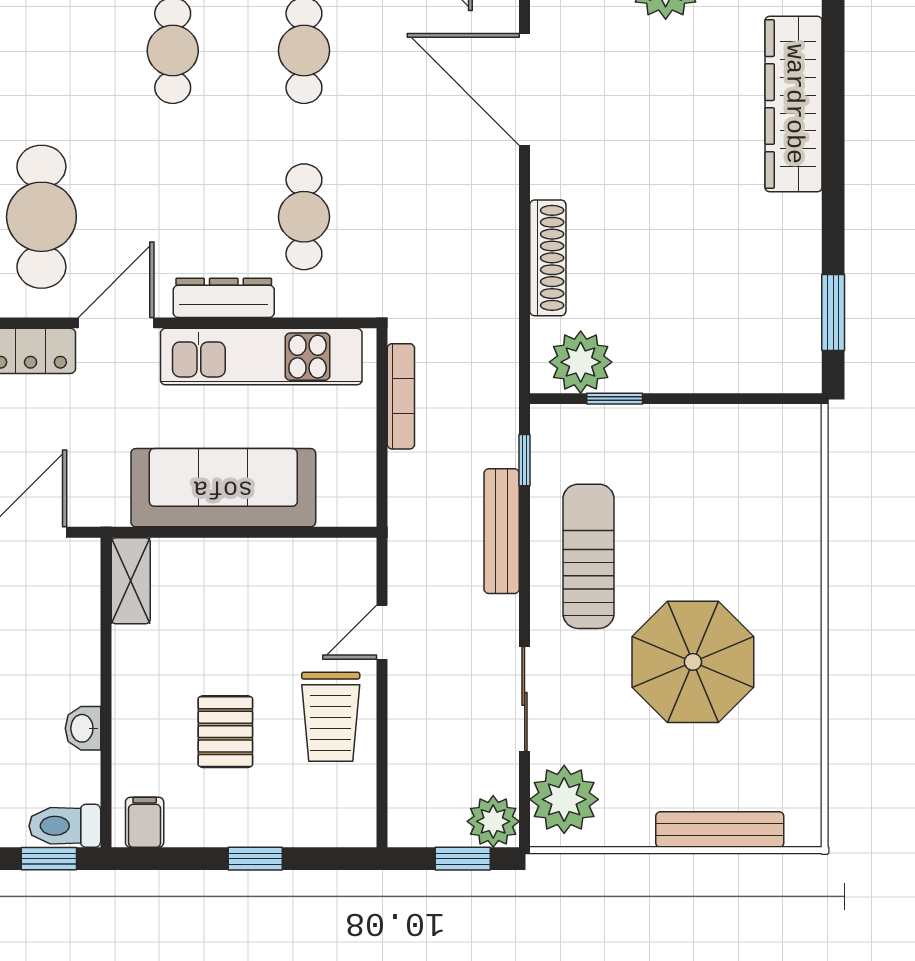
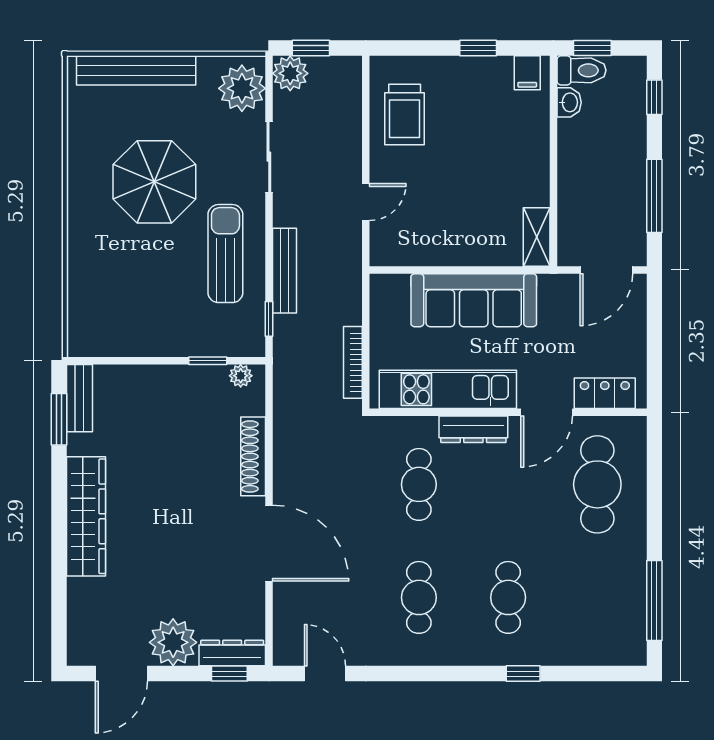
door: (525, 89) -> (269, 543), moved
wardrobe: (794, 104) -> (86, 516), moved
bench: (803, 344) -> (79, 398), added
plant: (581, 362) -> (241, 376), width x0.53, depth x0.53
sun lounger: (588, 556) -> (225, 254), turned 180
trolley: (331, 717) -> (405, 115), moved, turned 180
washbasin: (83, 728) -> (569, 102), moved
pallet: (225, 732) -> (472, 134), removed
bench: (720, 830) -> (136, 70), width x1.37, depth x1.21
window: (255, 859) -> (478, 48), moved

